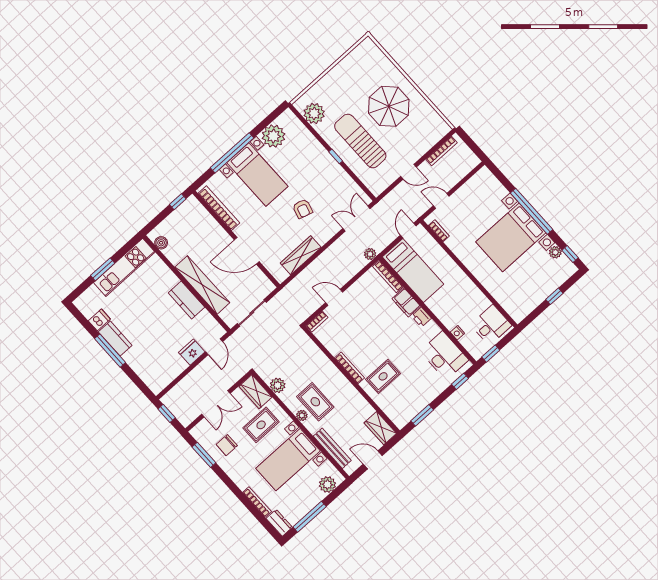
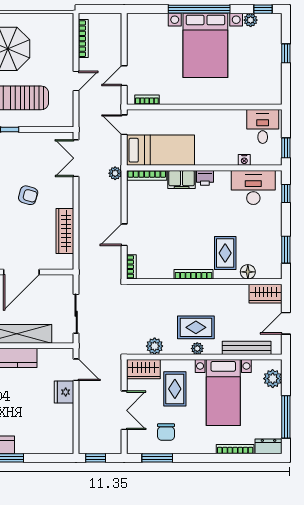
floor lamp: (384, 403) -> (248, 272), added

